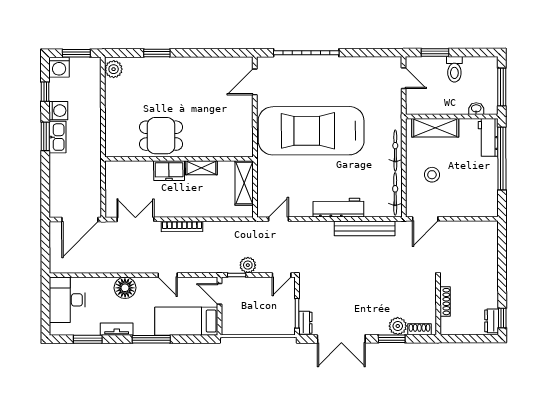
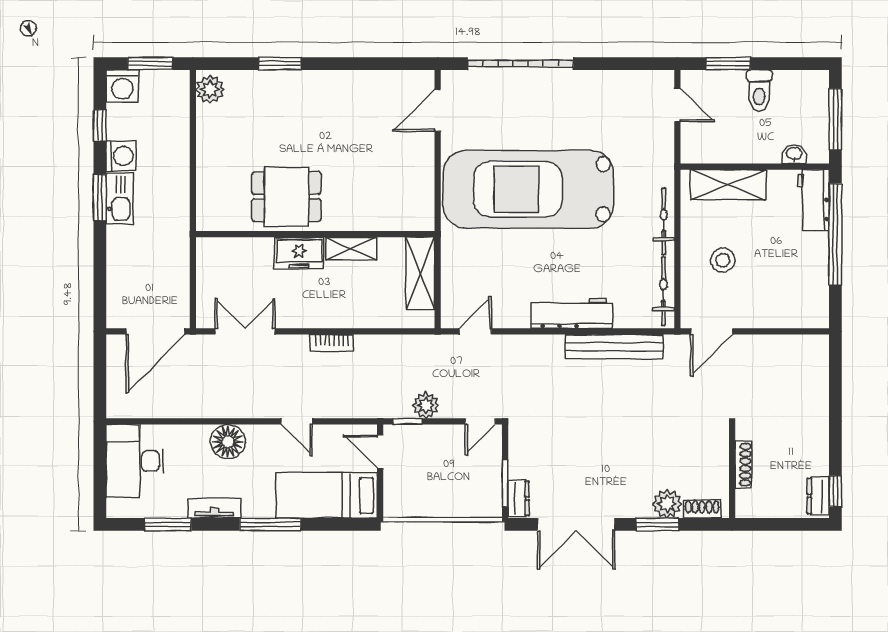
bookcase: (182, 226) -> (332, 343), width x0.64

